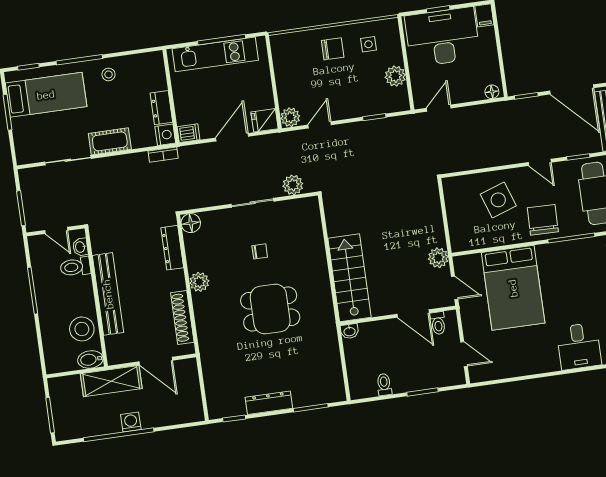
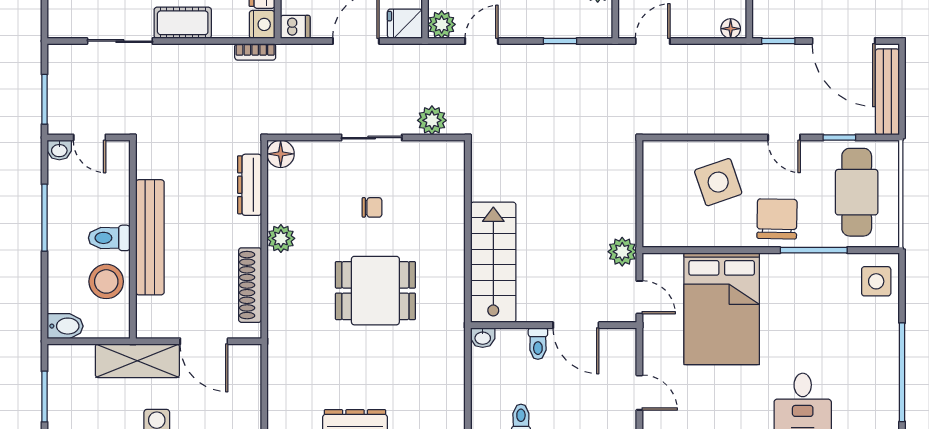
washbasin: (80, 247) -> (59, 150), moved, turned -90
toilet: (75, 267) -> (109, 238), moved
toilet: (438, 323) -> (538, 344), moved
bidet: (90, 359) -> (65, 326), moved, turned 180

